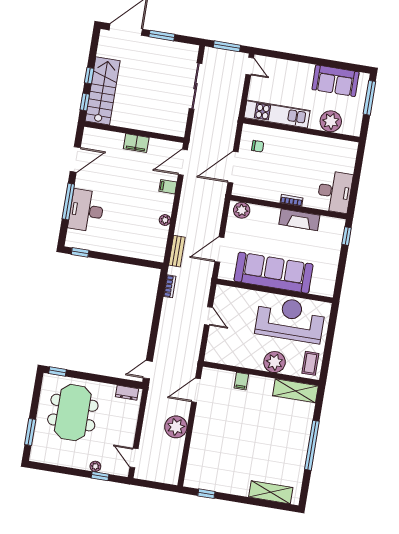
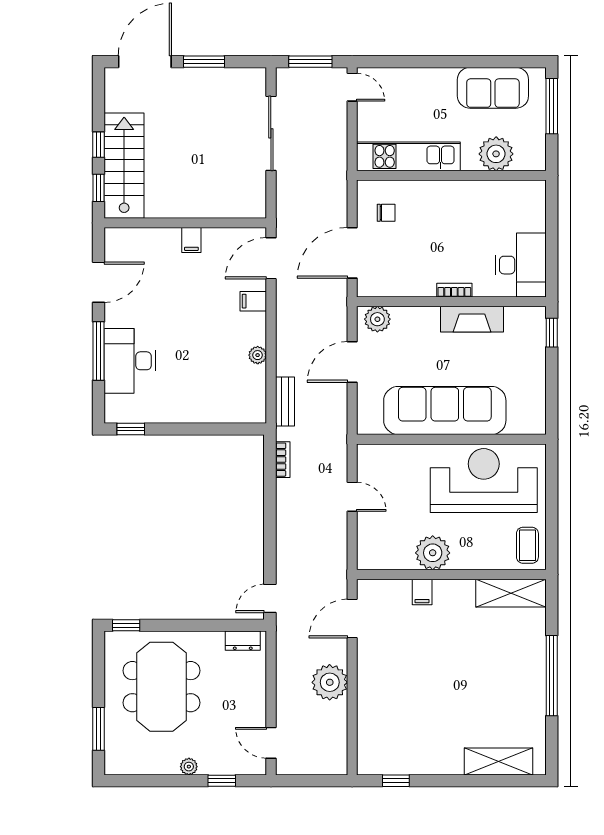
filing cabinet: (136, 143) -> (191, 240), width x0.50
door: (219, 250) -> (352, 362), moved
plant: (275, 362) -> (433, 553), moved
plant: (95, 466) -> (189, 767), moved

